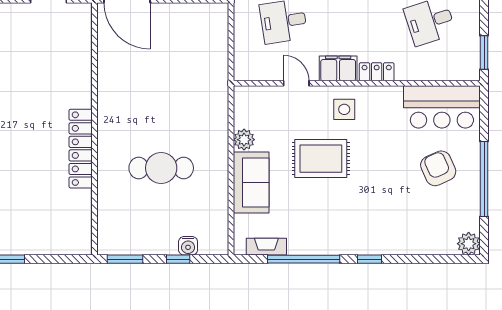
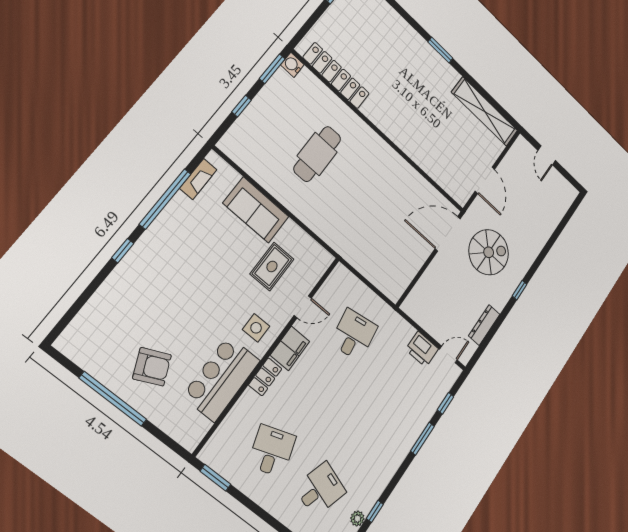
bar counter: (442, 107) -> (221, 378), moved
plant: (244, 140) -> (292, 232), removed
locker: (81, 149) -> (336, 76), moved
rug: (321, 159) -> (272, 266), moved, width x0.73, depth x0.70
plant: (469, 244) -> (69, 343), removed
water cooler: (188, 246) -> (292, 65), moved

